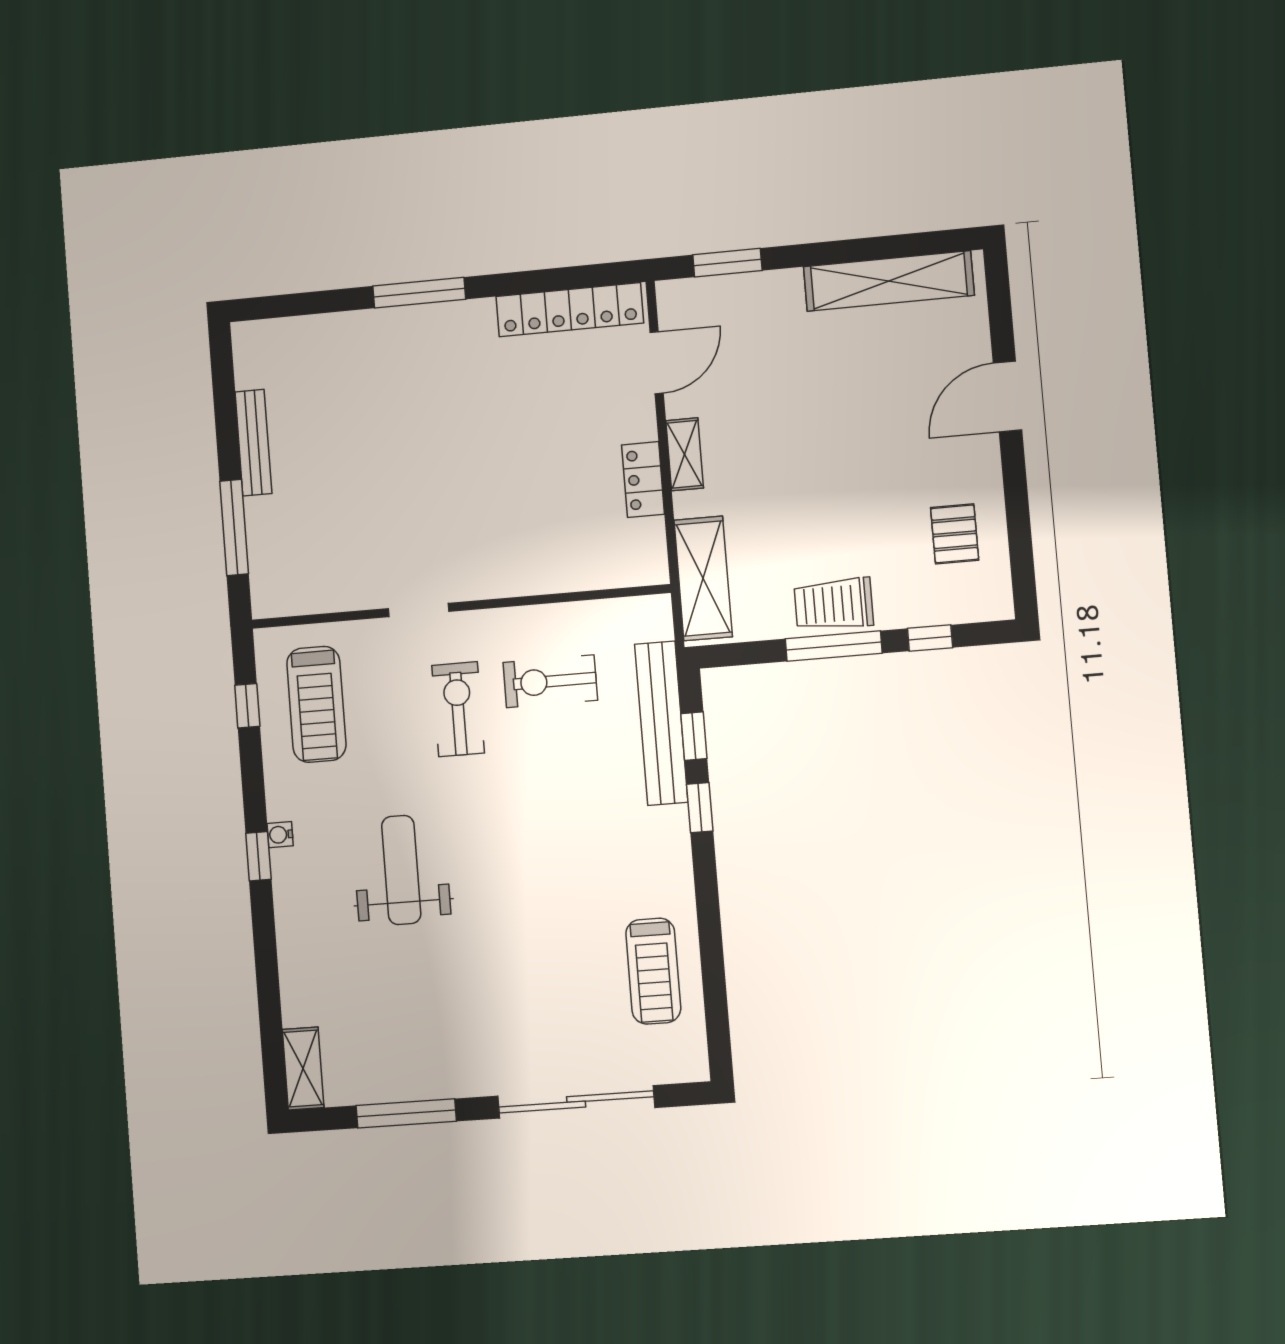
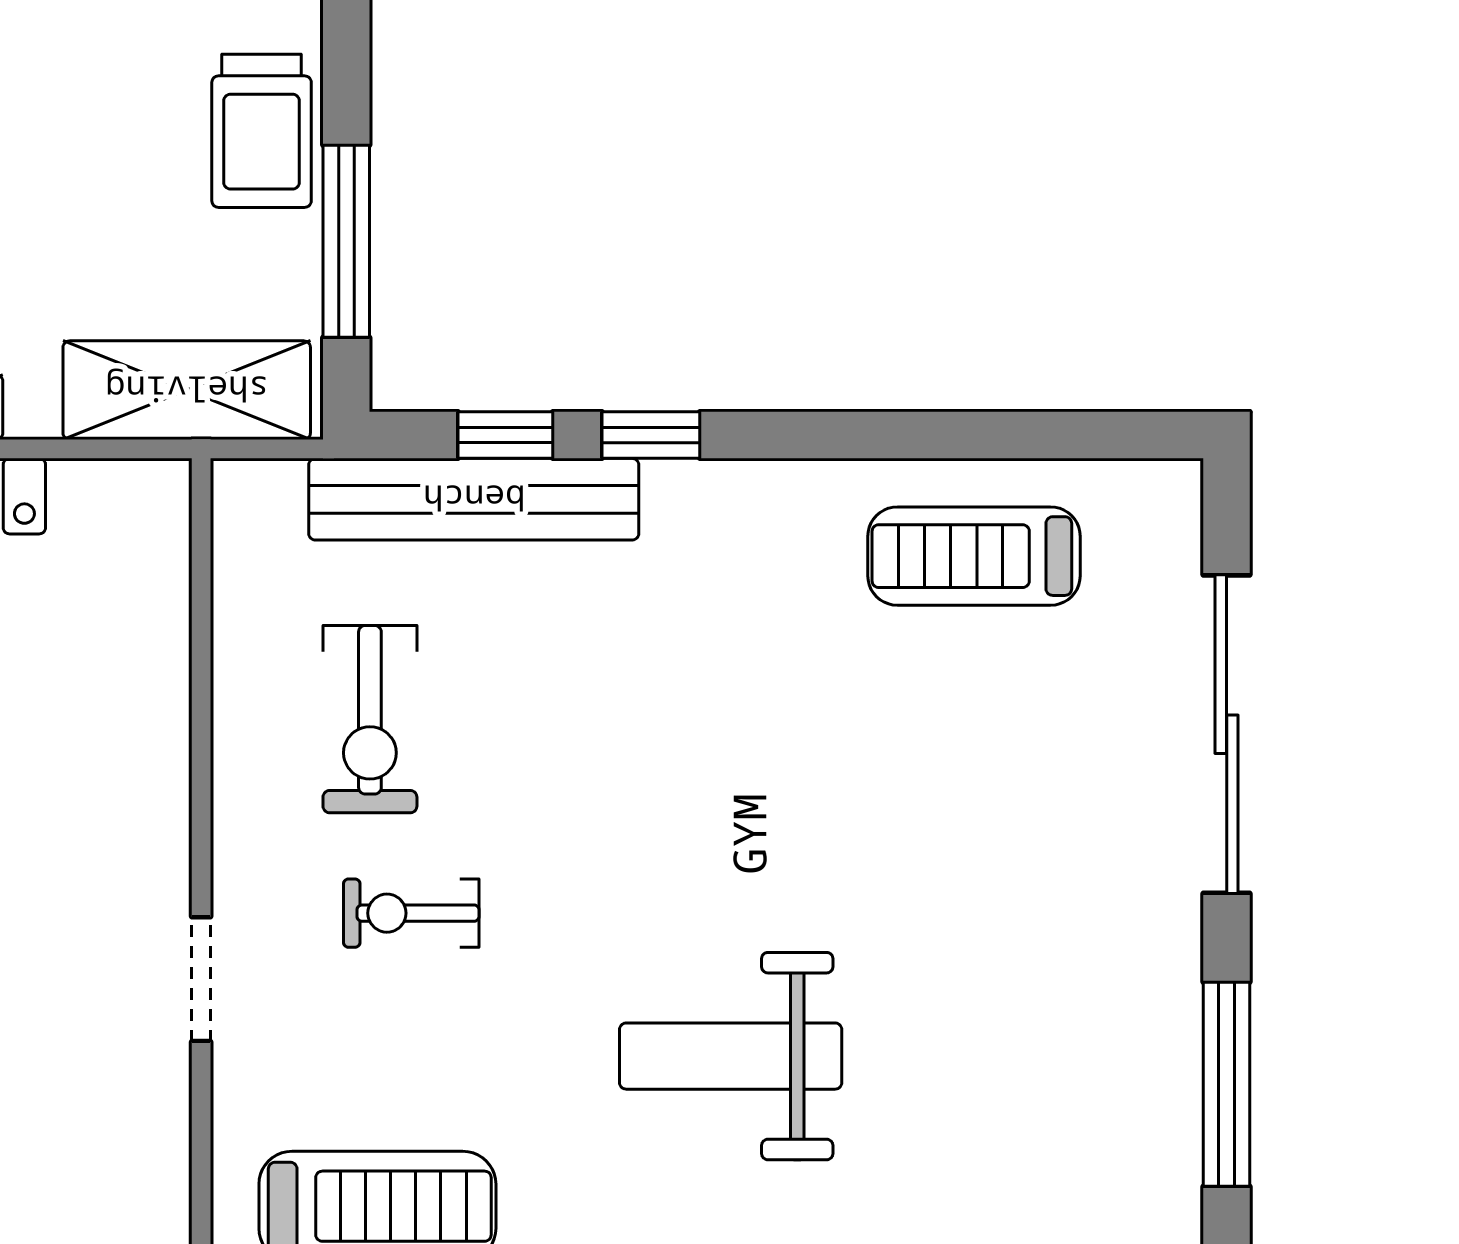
window: (834, 646) -> (346, 241), moved
exercise bike: (458, 709) -> (411, 913), width x0.73, depth x0.72
treadmill: (653, 971) -> (974, 556), turned 180

